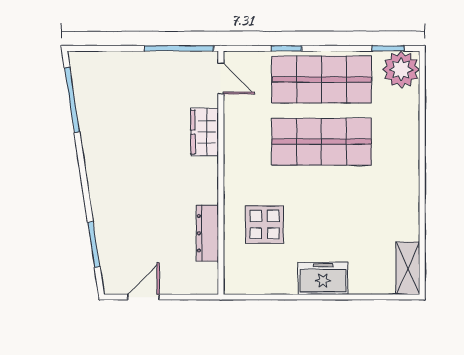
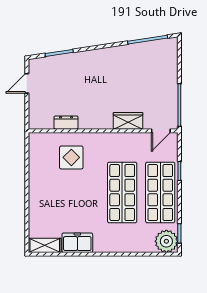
dresser: (207, 233) -> (66, 123), width x0.70
freezer: (323, 278) -> (77, 243), moved, turned -90
door: (143, 297) -> (27, 83), swing flipped

